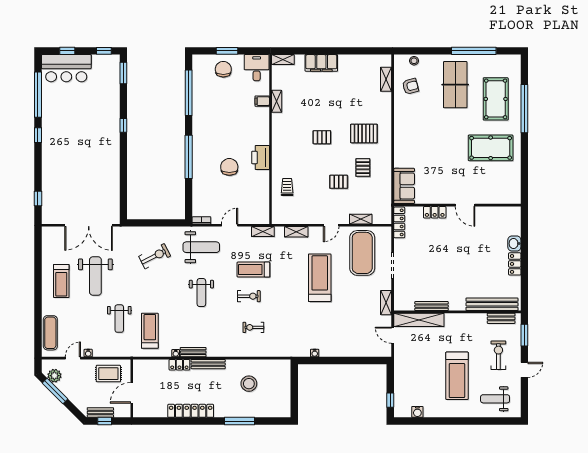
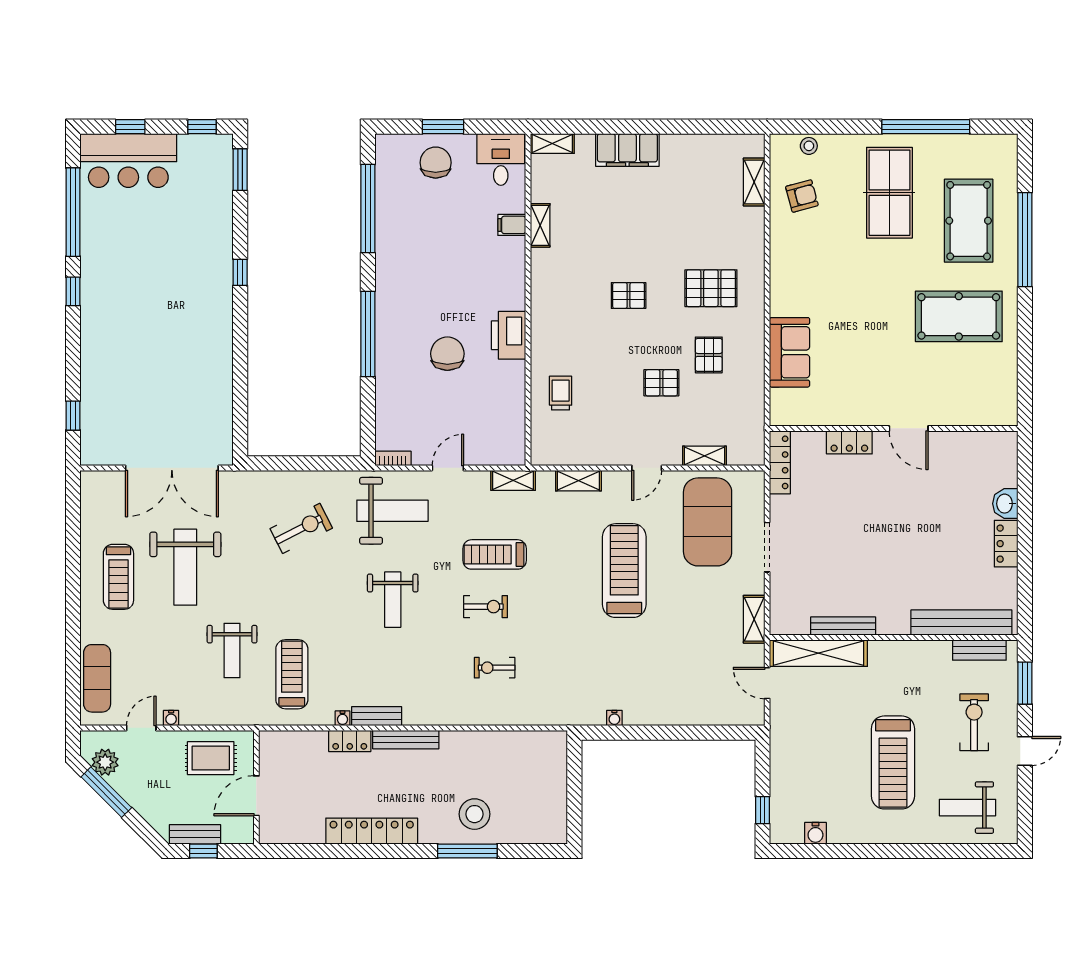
sofa: (404, 186) -> (790, 352), moved
stool: (249, 384) -> (475, 814), moved

